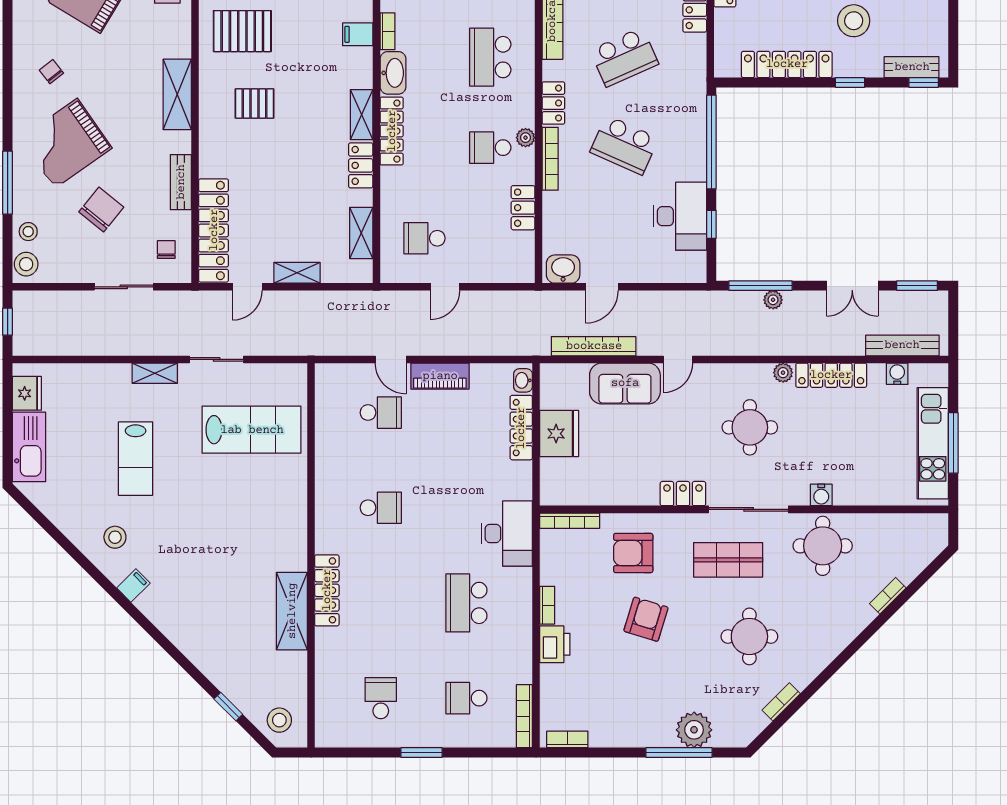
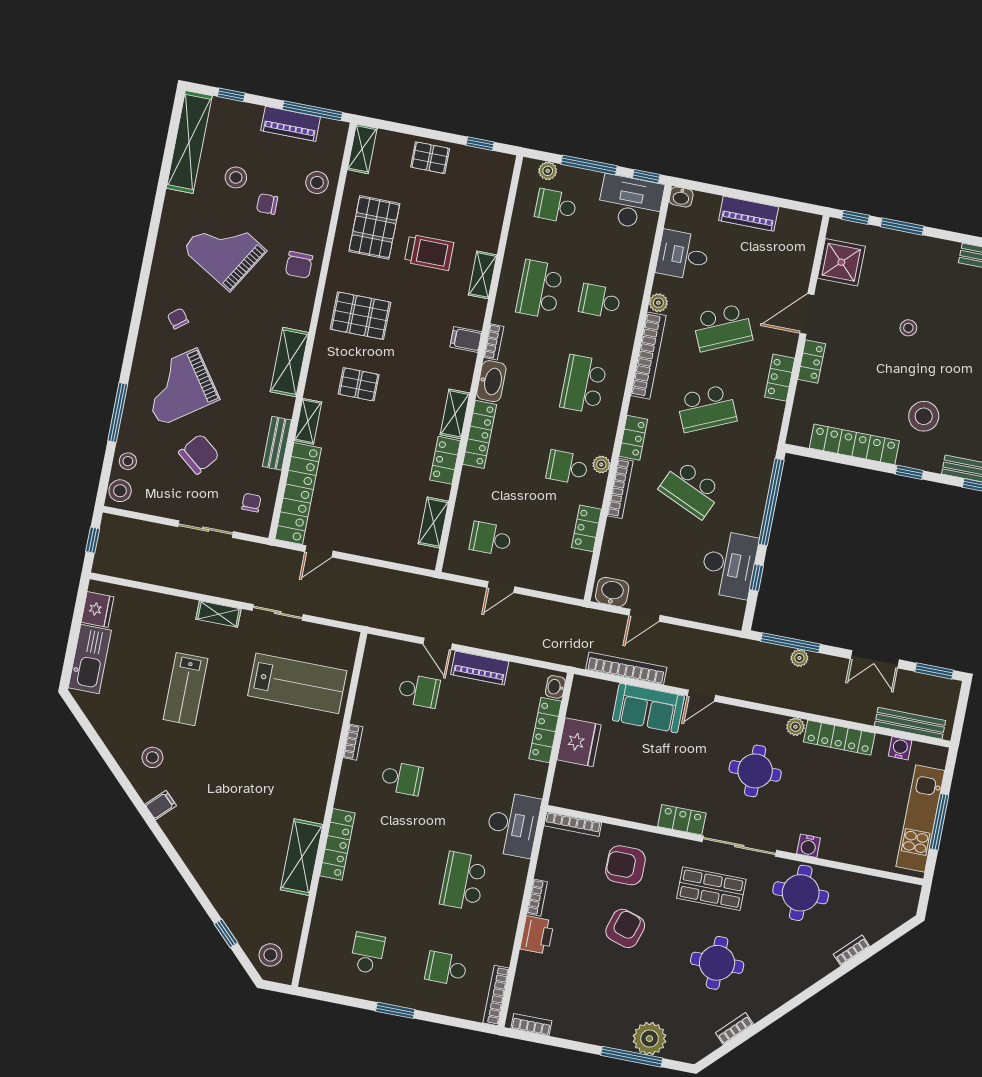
shelving: (297, 273) -> (308, 421), moved, turned 90
bookcase: (322, 480) -> (353, 742), added

